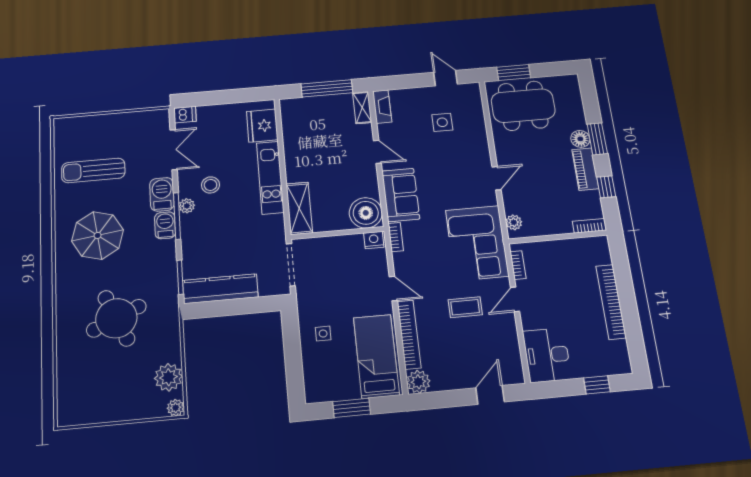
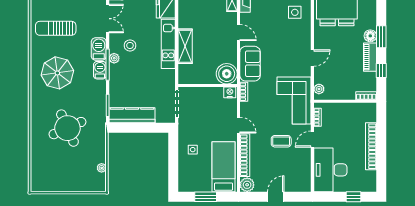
side table: (442, 122) -> (295, 12), moved
shelving: (299, 208) -> (185, 46), moved
desk: (547, 355) -> (330, 170), width x1.36, depth x1.30
plant: (168, 377) -> (102, 168), width x0.53, depth x0.53
door: (490, 395) -> (276, 197), moved
plant: (176, 408) -> (101, 187), removed

